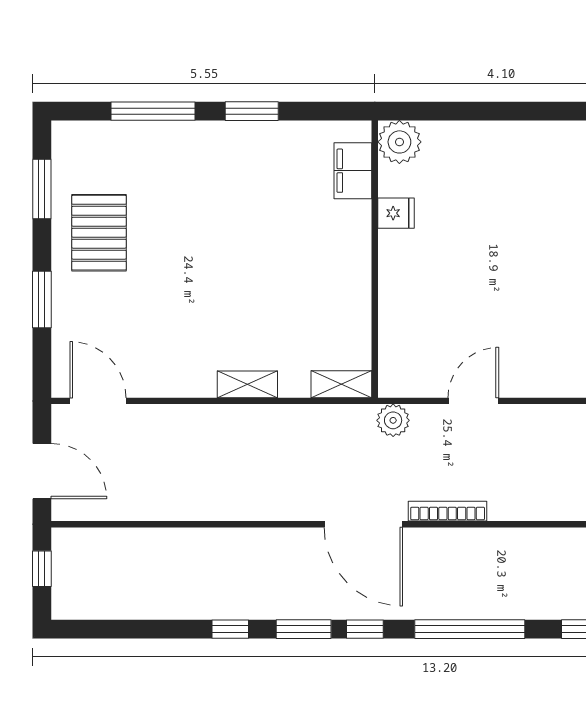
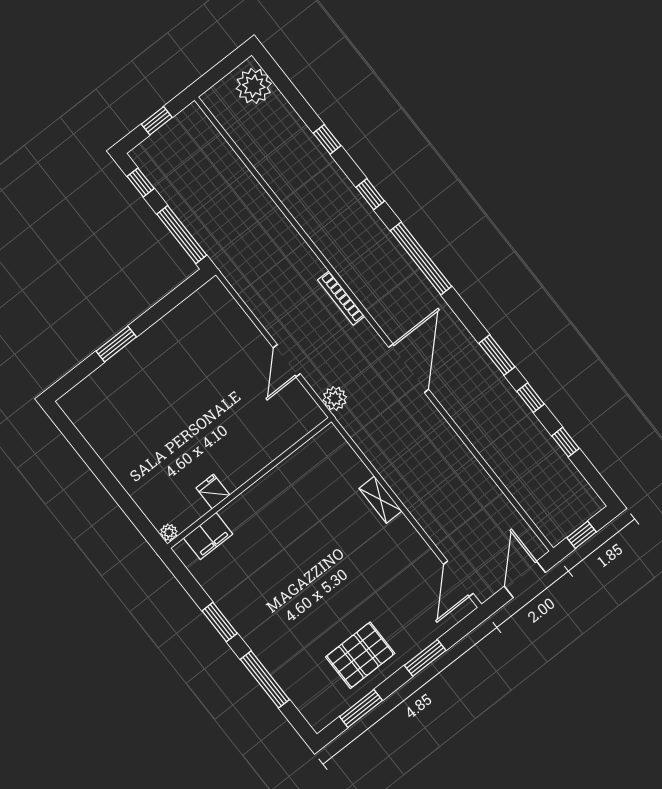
plant: (399, 142) -> (169, 533), width x0.53, depth x0.53
shelving: (341, 384) -> (337, 445), removed
door: (473, 401) -> (287, 361), hinge flipped
bookcase: (448, 511) -> (341, 298), moved
window: (365, 629) -> (565, 442), moved

